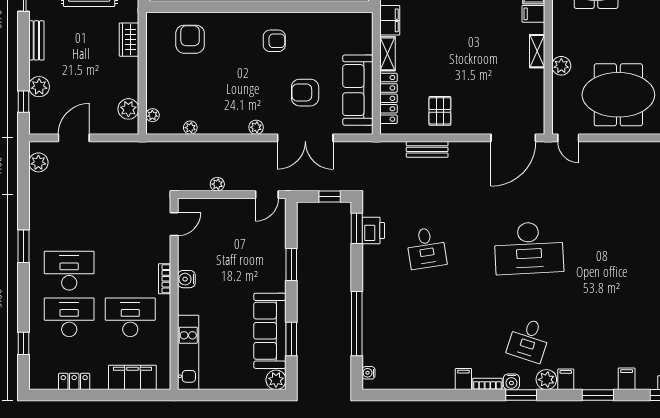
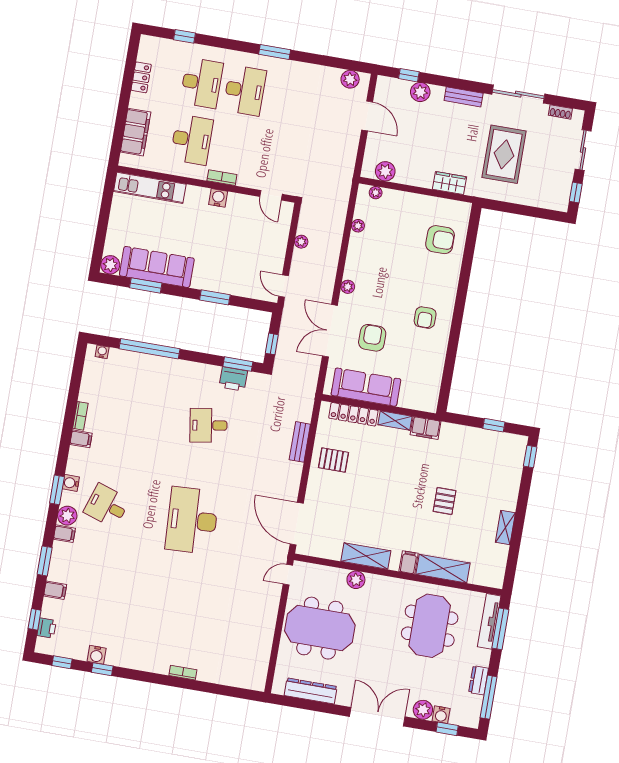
shelving: (537, 51) -> (366, 556), width x1.50, depth x1.33
meeting table: (618, 95) -> (320, 628), turned 90
bookcase: (487, 384) -> (80, 416), moved

